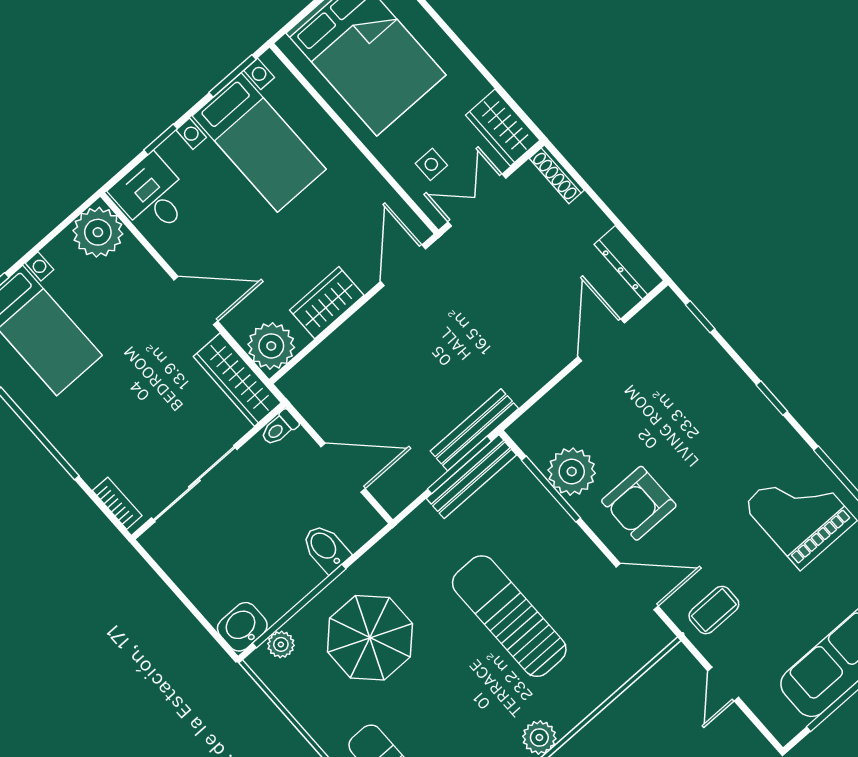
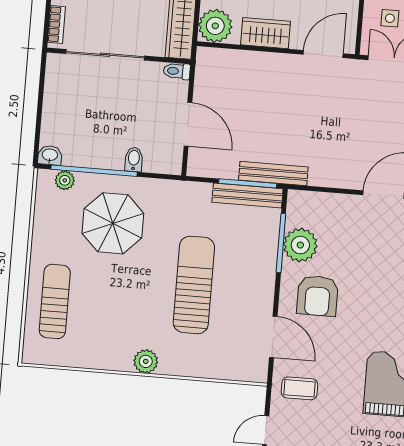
armchair: (639, 503) -> (317, 296), turned -90
bidet: (326, 548) -> (134, 159), width x0.72, depth x0.74
washbasin: (242, 627) -> (50, 155), width x0.72, depth x0.69

